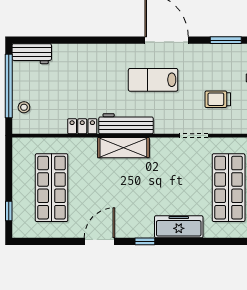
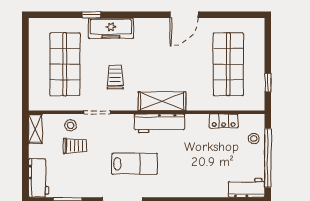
stool: (222, 122) -> (71, 125), added
locker: (82, 126) -> (224, 121), moved
trolley: (174, 174) -> (115, 77), added
window: (9, 211) -> (268, 82), moved
window: (145, 241) -> (91, 15), moved

